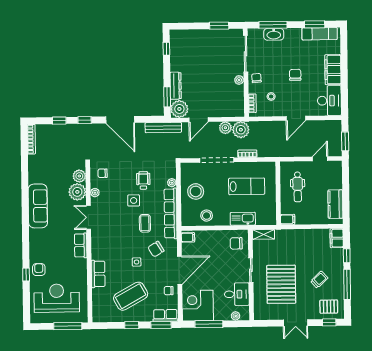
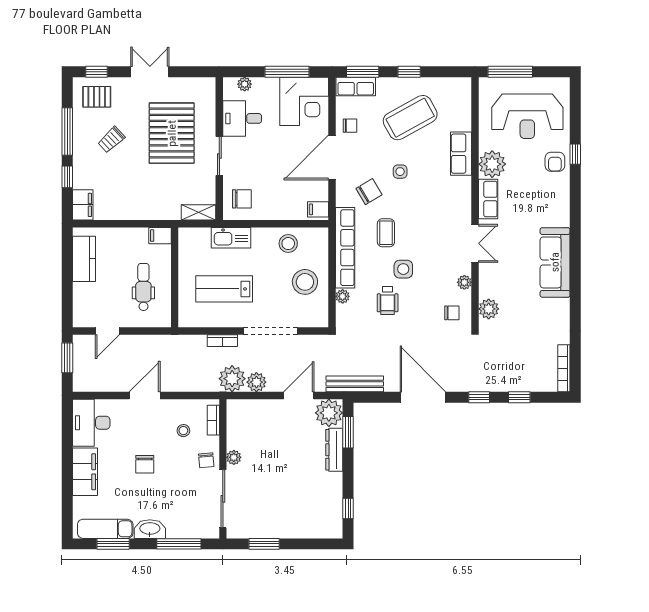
washbasin: (274, 34) -> (150, 529), moved
plant: (77, 192) -> (492, 164), moved

